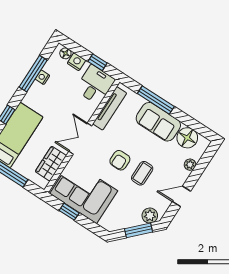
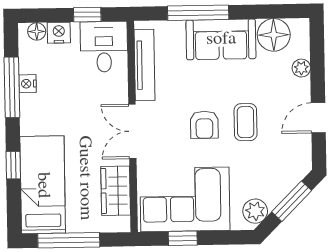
plant: (150, 216) -> (255, 211), moved

